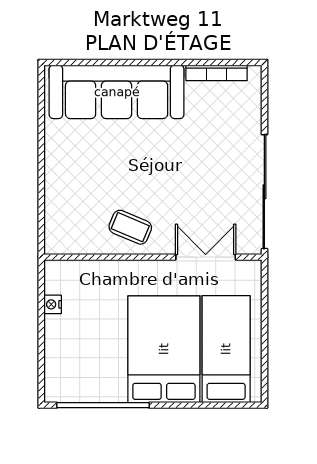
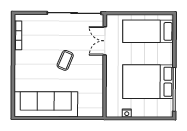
sofa: (117, 92) -> (46, 104), moved, turned -90
coffee table: (130, 227) -> (65, 60), moved
bed: (164, 349) -> (148, 82), moved

